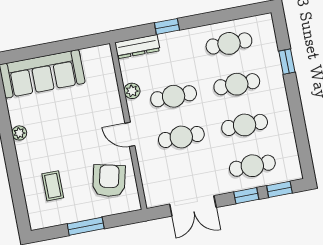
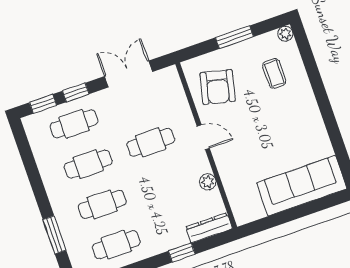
window: (287, 62) -> (55, 235), width x1.50
cafe table: (174, 96) -> (165, 183), removed
plant: (19, 133) -> (285, 34), moved

